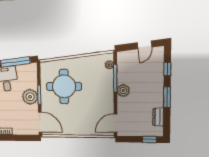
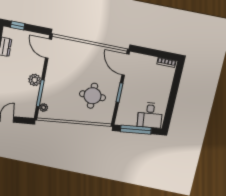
round table: (64, 86) -> (92, 96), width x0.73, depth x0.73
plant: (30, 97) -> (130, 92), removed
door: (115, 123) -> (48, 49), swing flipped

